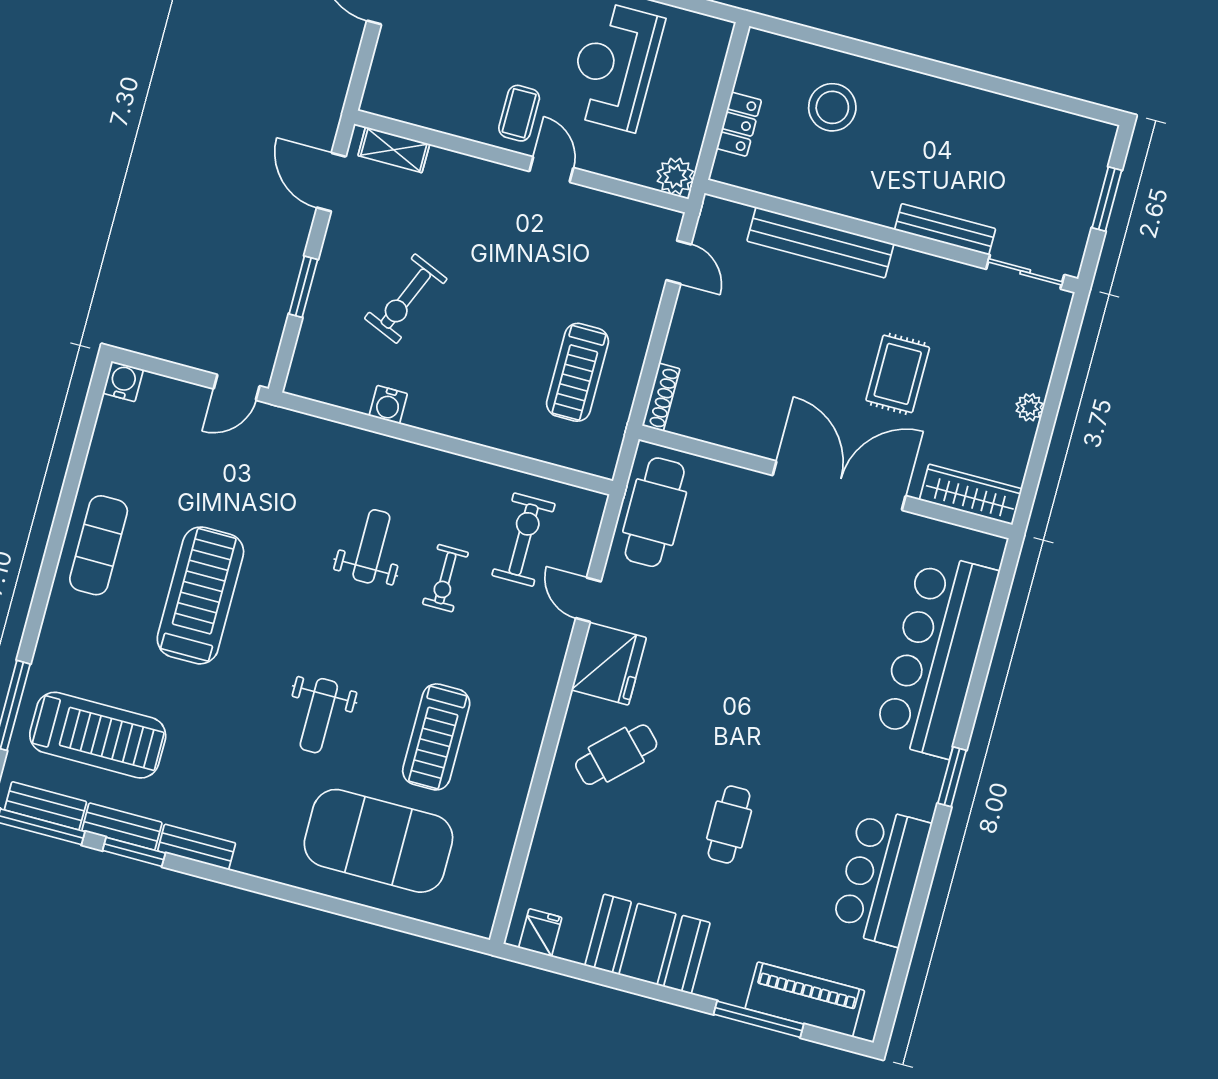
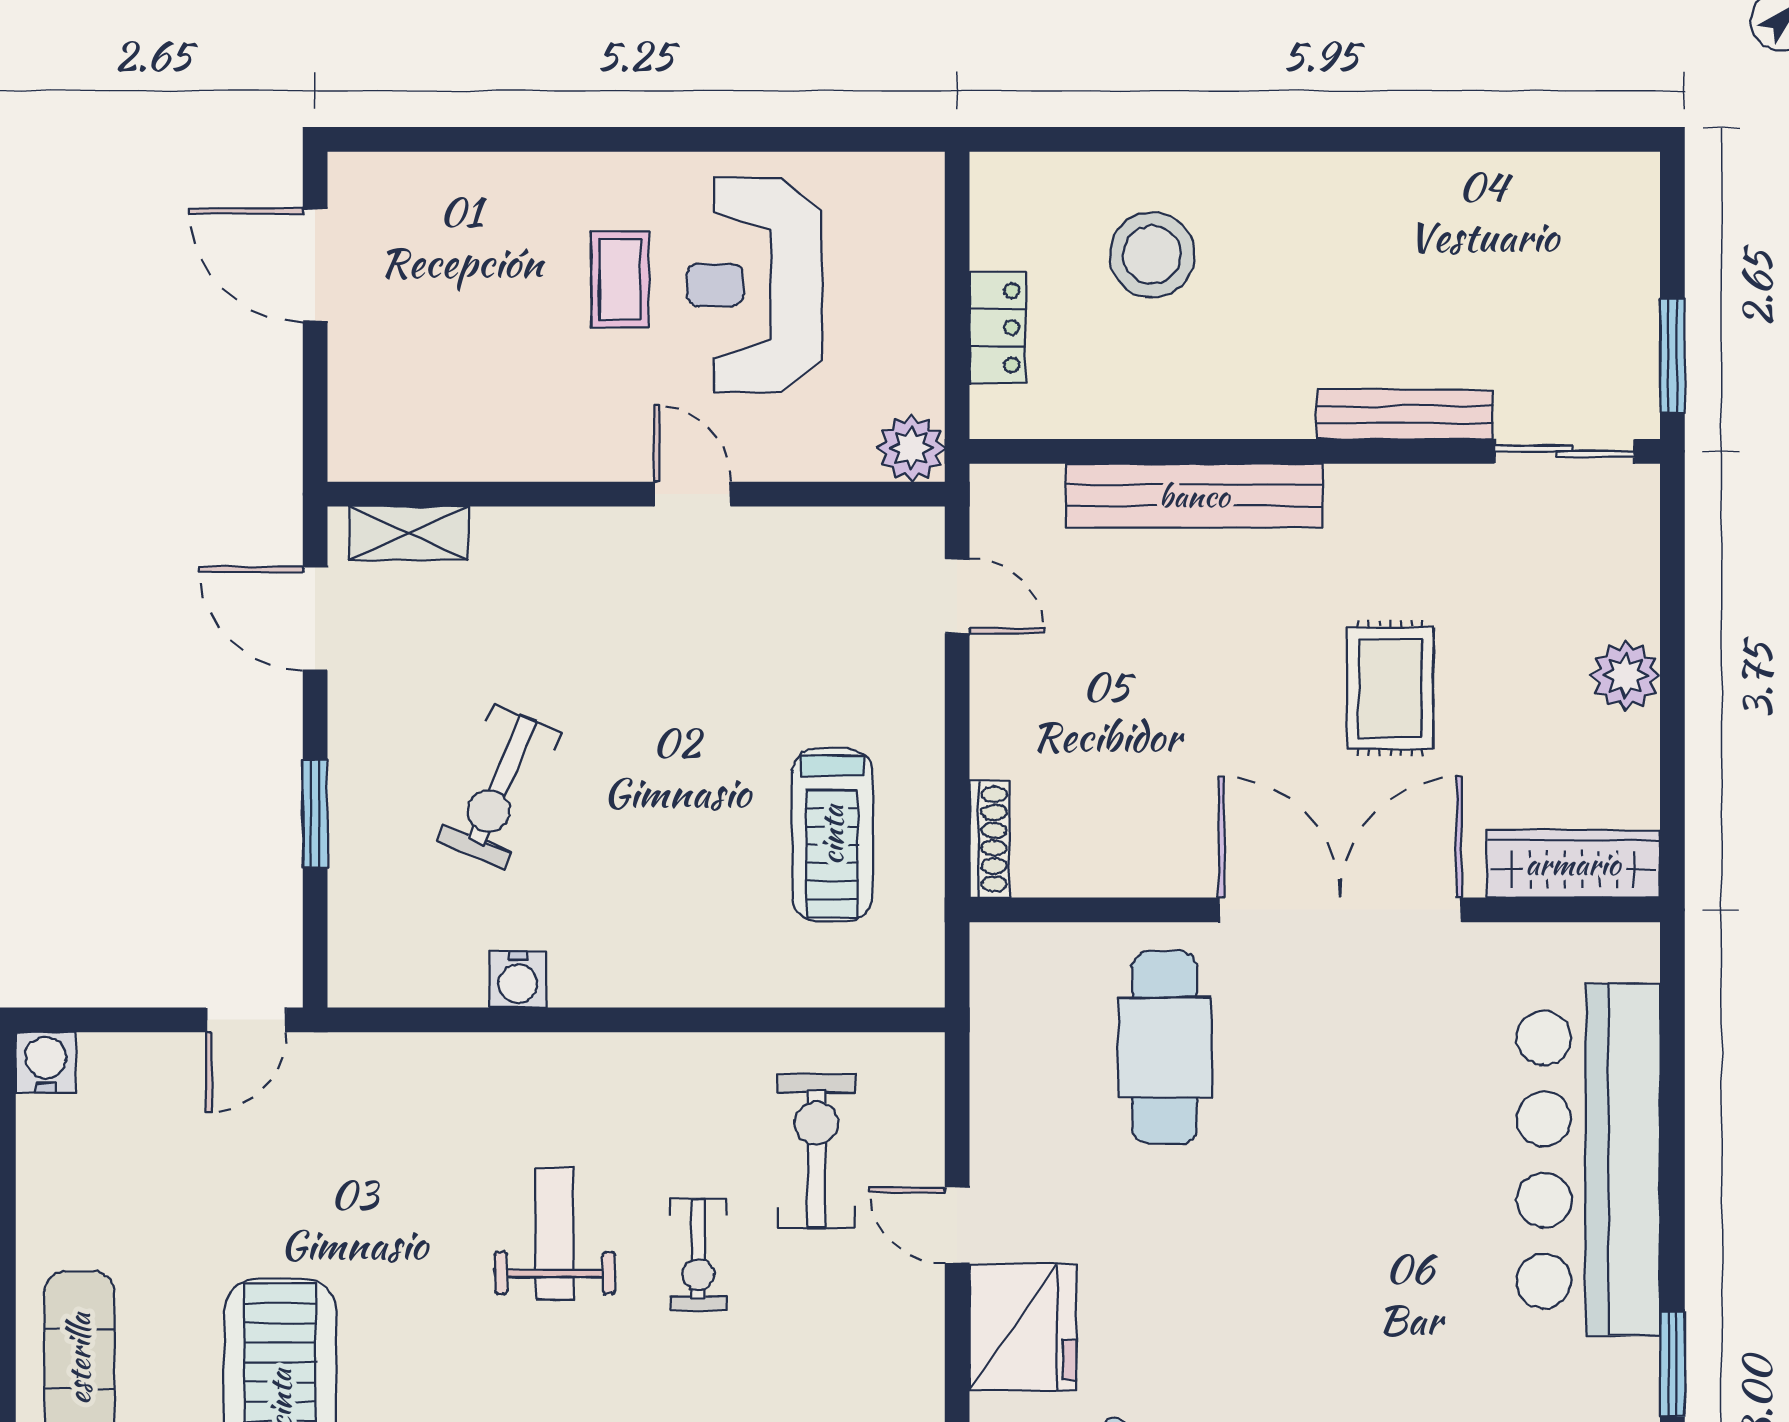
coffee table: (519, 113) -> (620, 279), moved
window: (1107, 199) -> (1672, 355), moved
plant: (1030, 407) -> (1626, 676), width x1.38, depth x1.38
cafe table: (655, 512) -> (1165, 1048), moved

